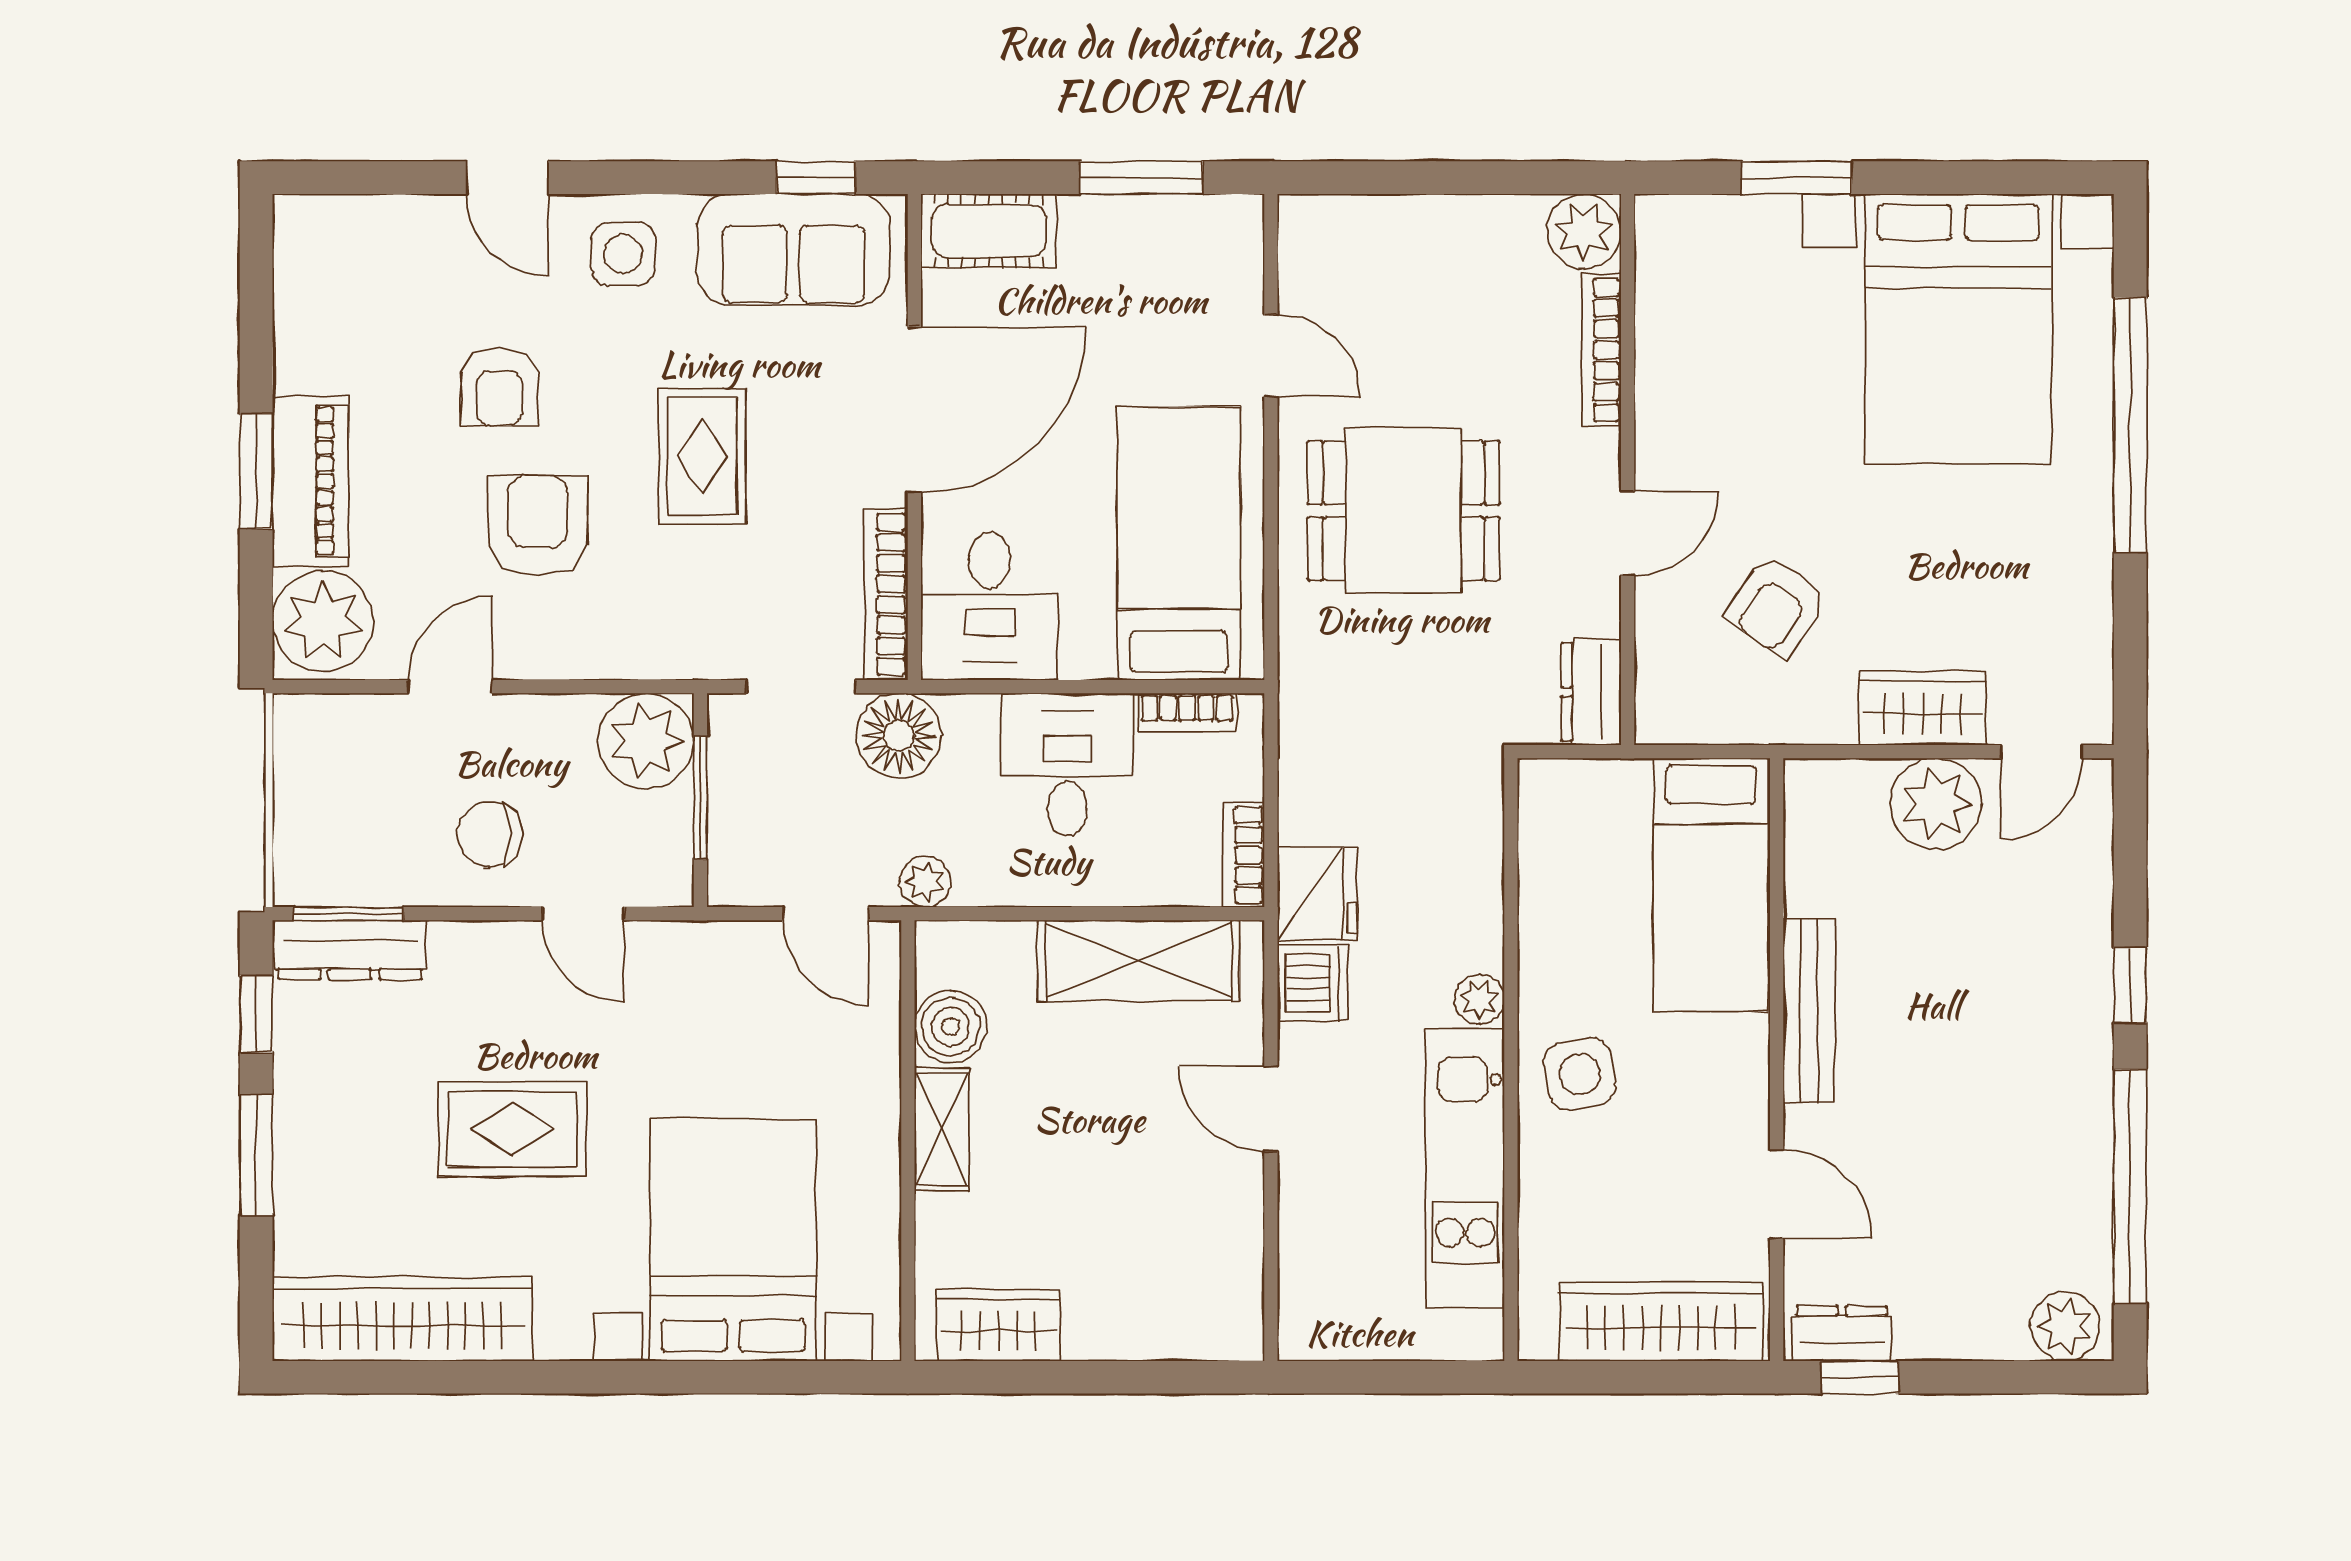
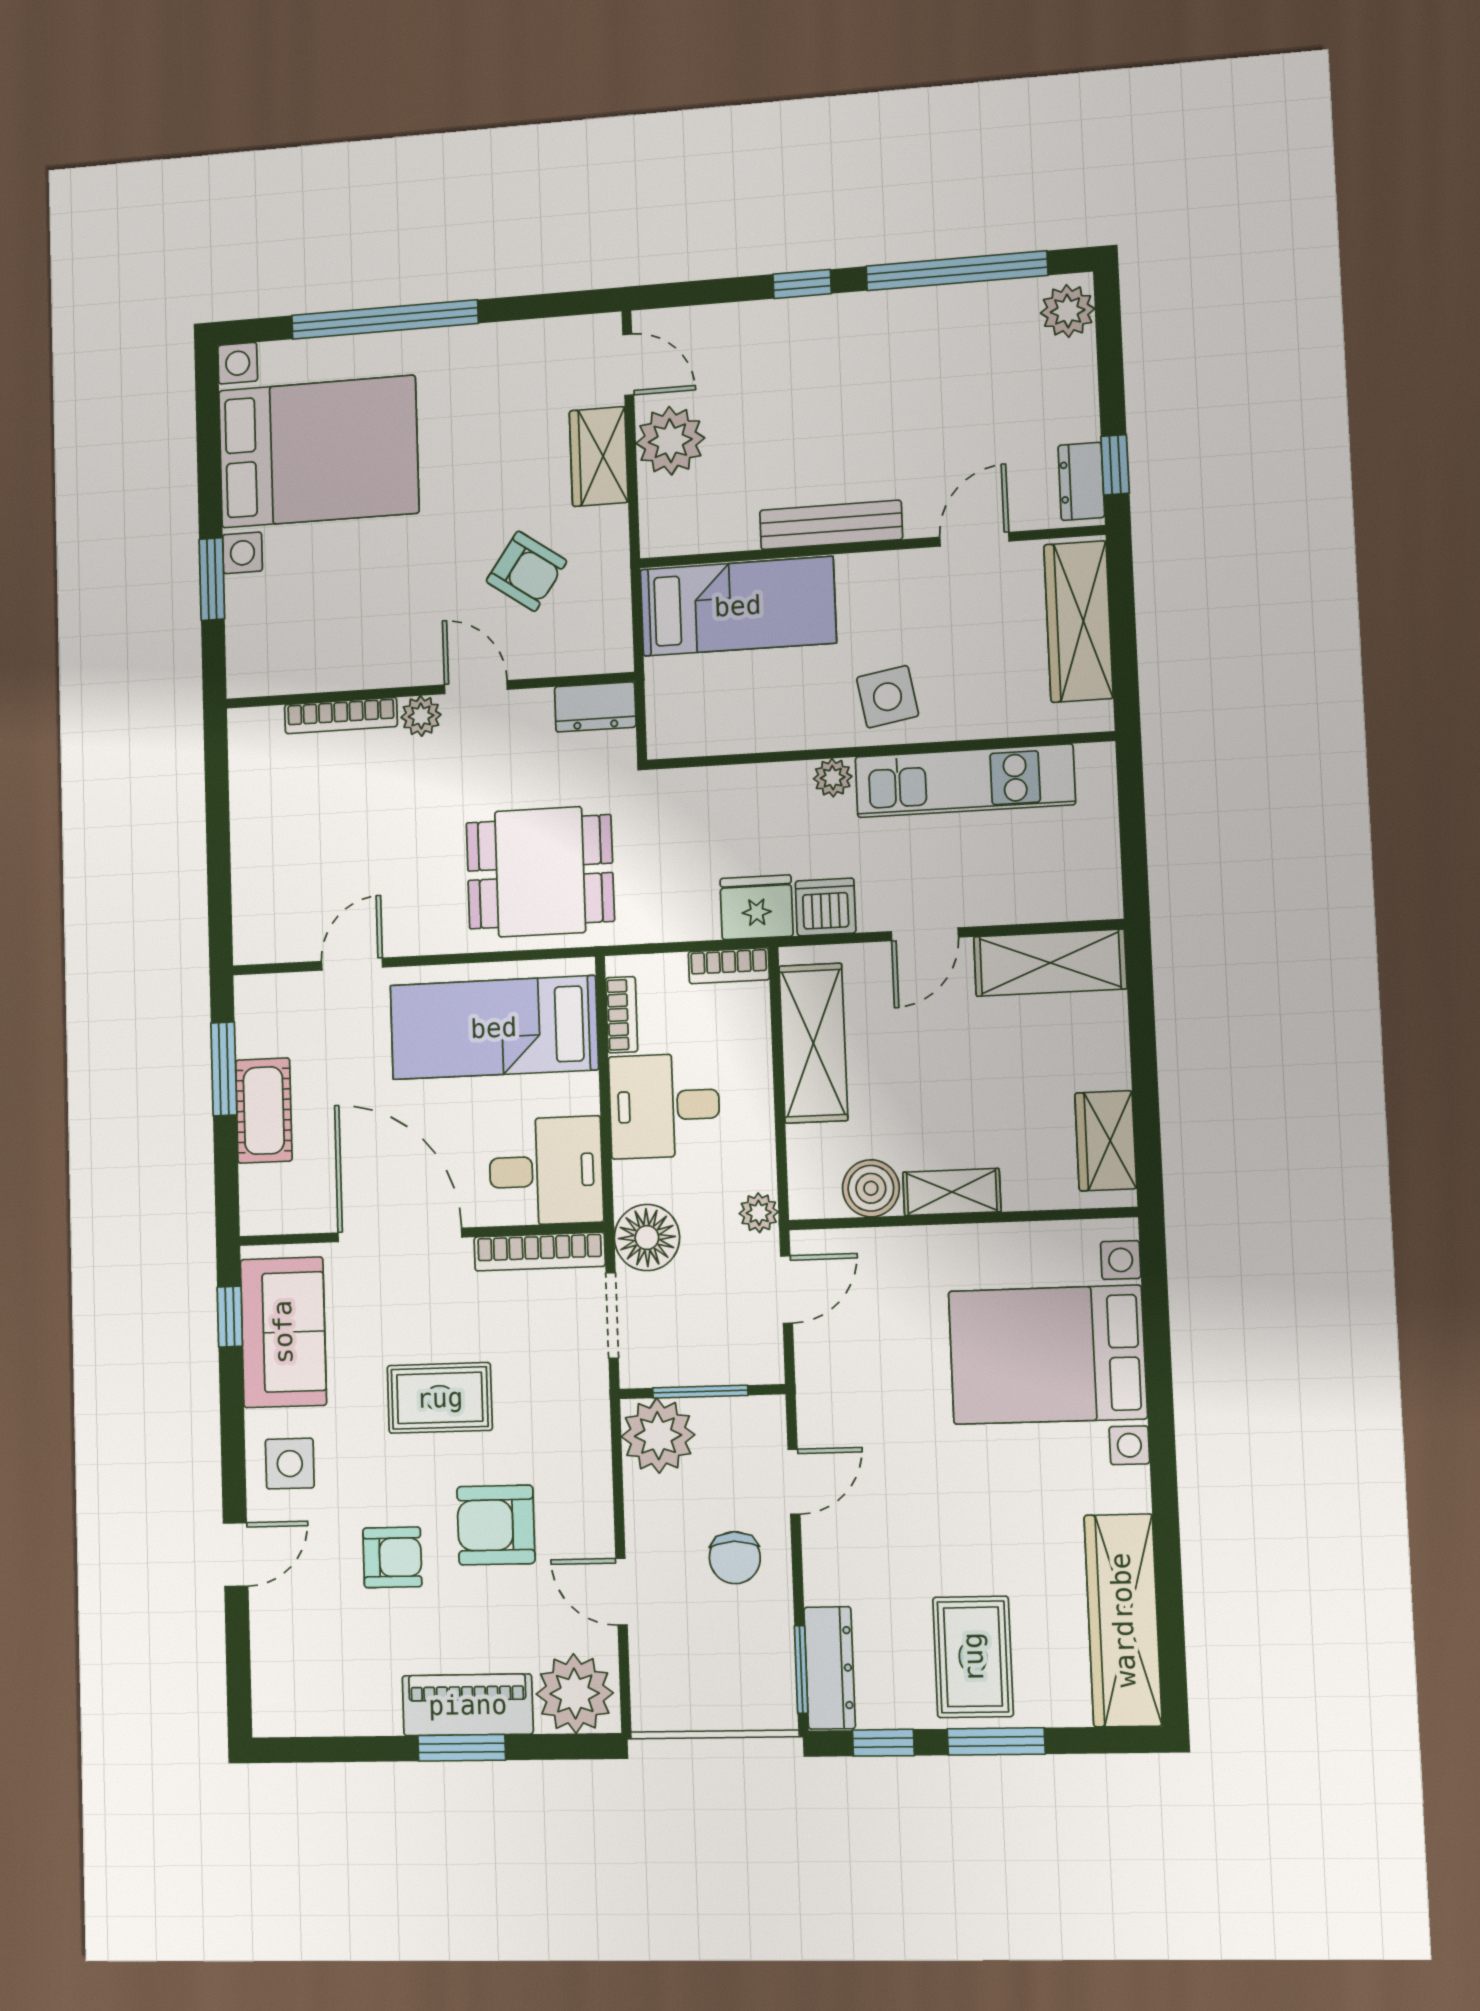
cot: (989, 231) -> (264, 1111), moved
plant: (1584, 231) -> (421, 716), moved, width x0.73, depth x0.73
dining table: (1404, 511) -> (540, 872), moved, turned 90
rug: (512, 1129) -> (973, 1657), moved
shelving: (1226, 1266) -> (1050, 963), added

